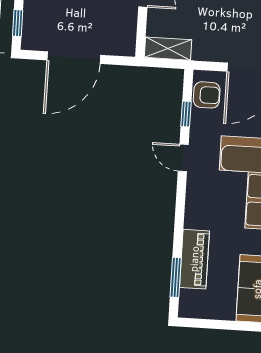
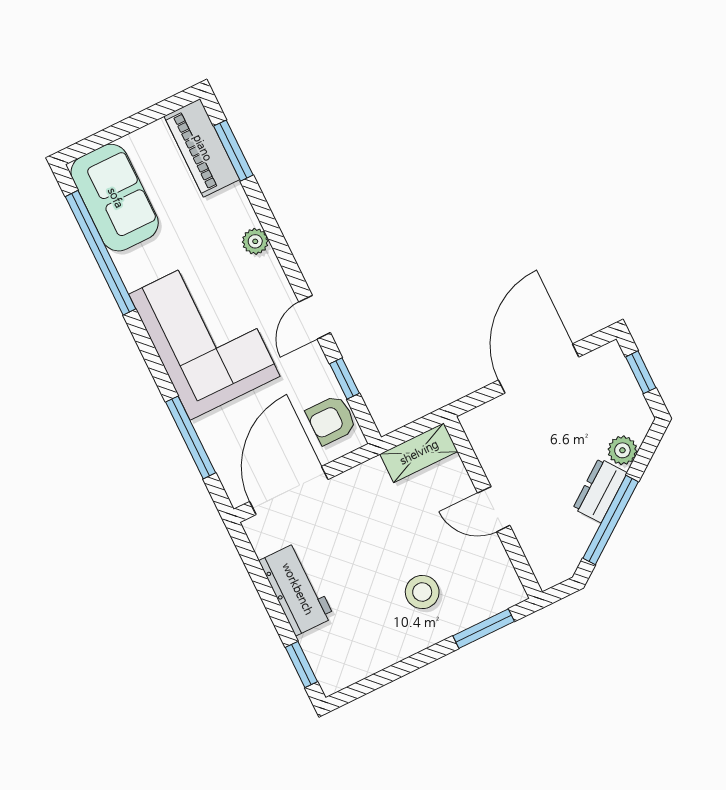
door: (183, 158) -> (315, 317), swing flipped
plant: (192, 219) -> (255, 241), added
piano: (194, 259) -> (202, 148), moved

